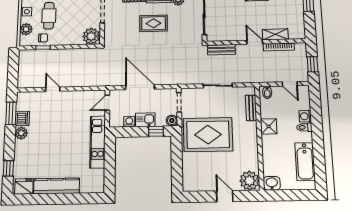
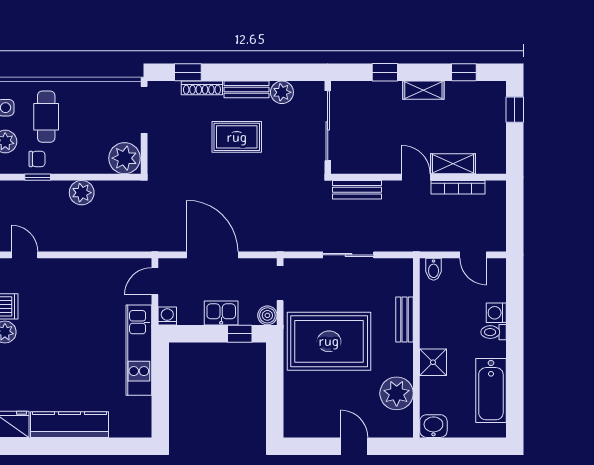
plant: (67, 55) -> (82, 193), added
window: (313, 64) -> (515, 221), removed
door: (53, 89) -> (25, 255), moved
bench: (251, 108) -> (404, 320), moved
washing machine: (129, 122) -> (167, 316), moved
shower: (269, 126) -> (433, 362), moved
plant: (250, 181) -> (397, 393), moved

